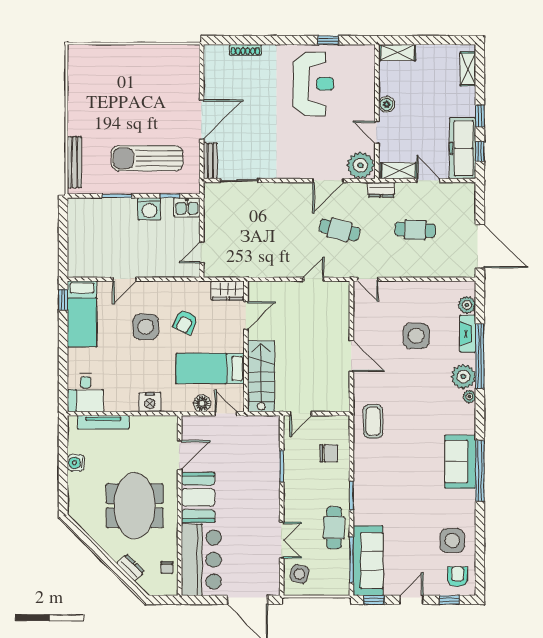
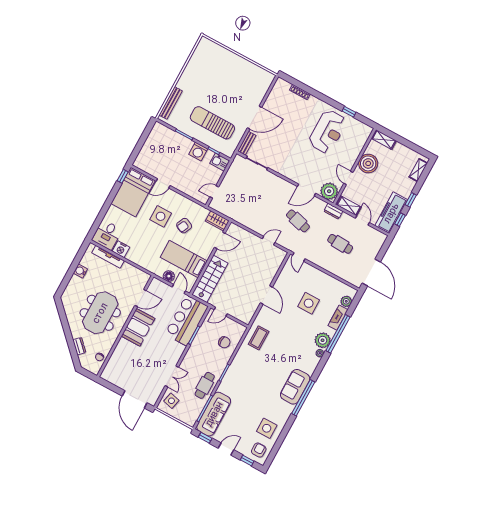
boiler: (387, 104) -> (368, 163), width x1.86, depth x1.86
bed: (82, 314) -> (133, 192), width x1.50
nightstand: (150, 402) -> (121, 249), moved
bar counter: (201, 560) -> (187, 320), moved, turned 180

